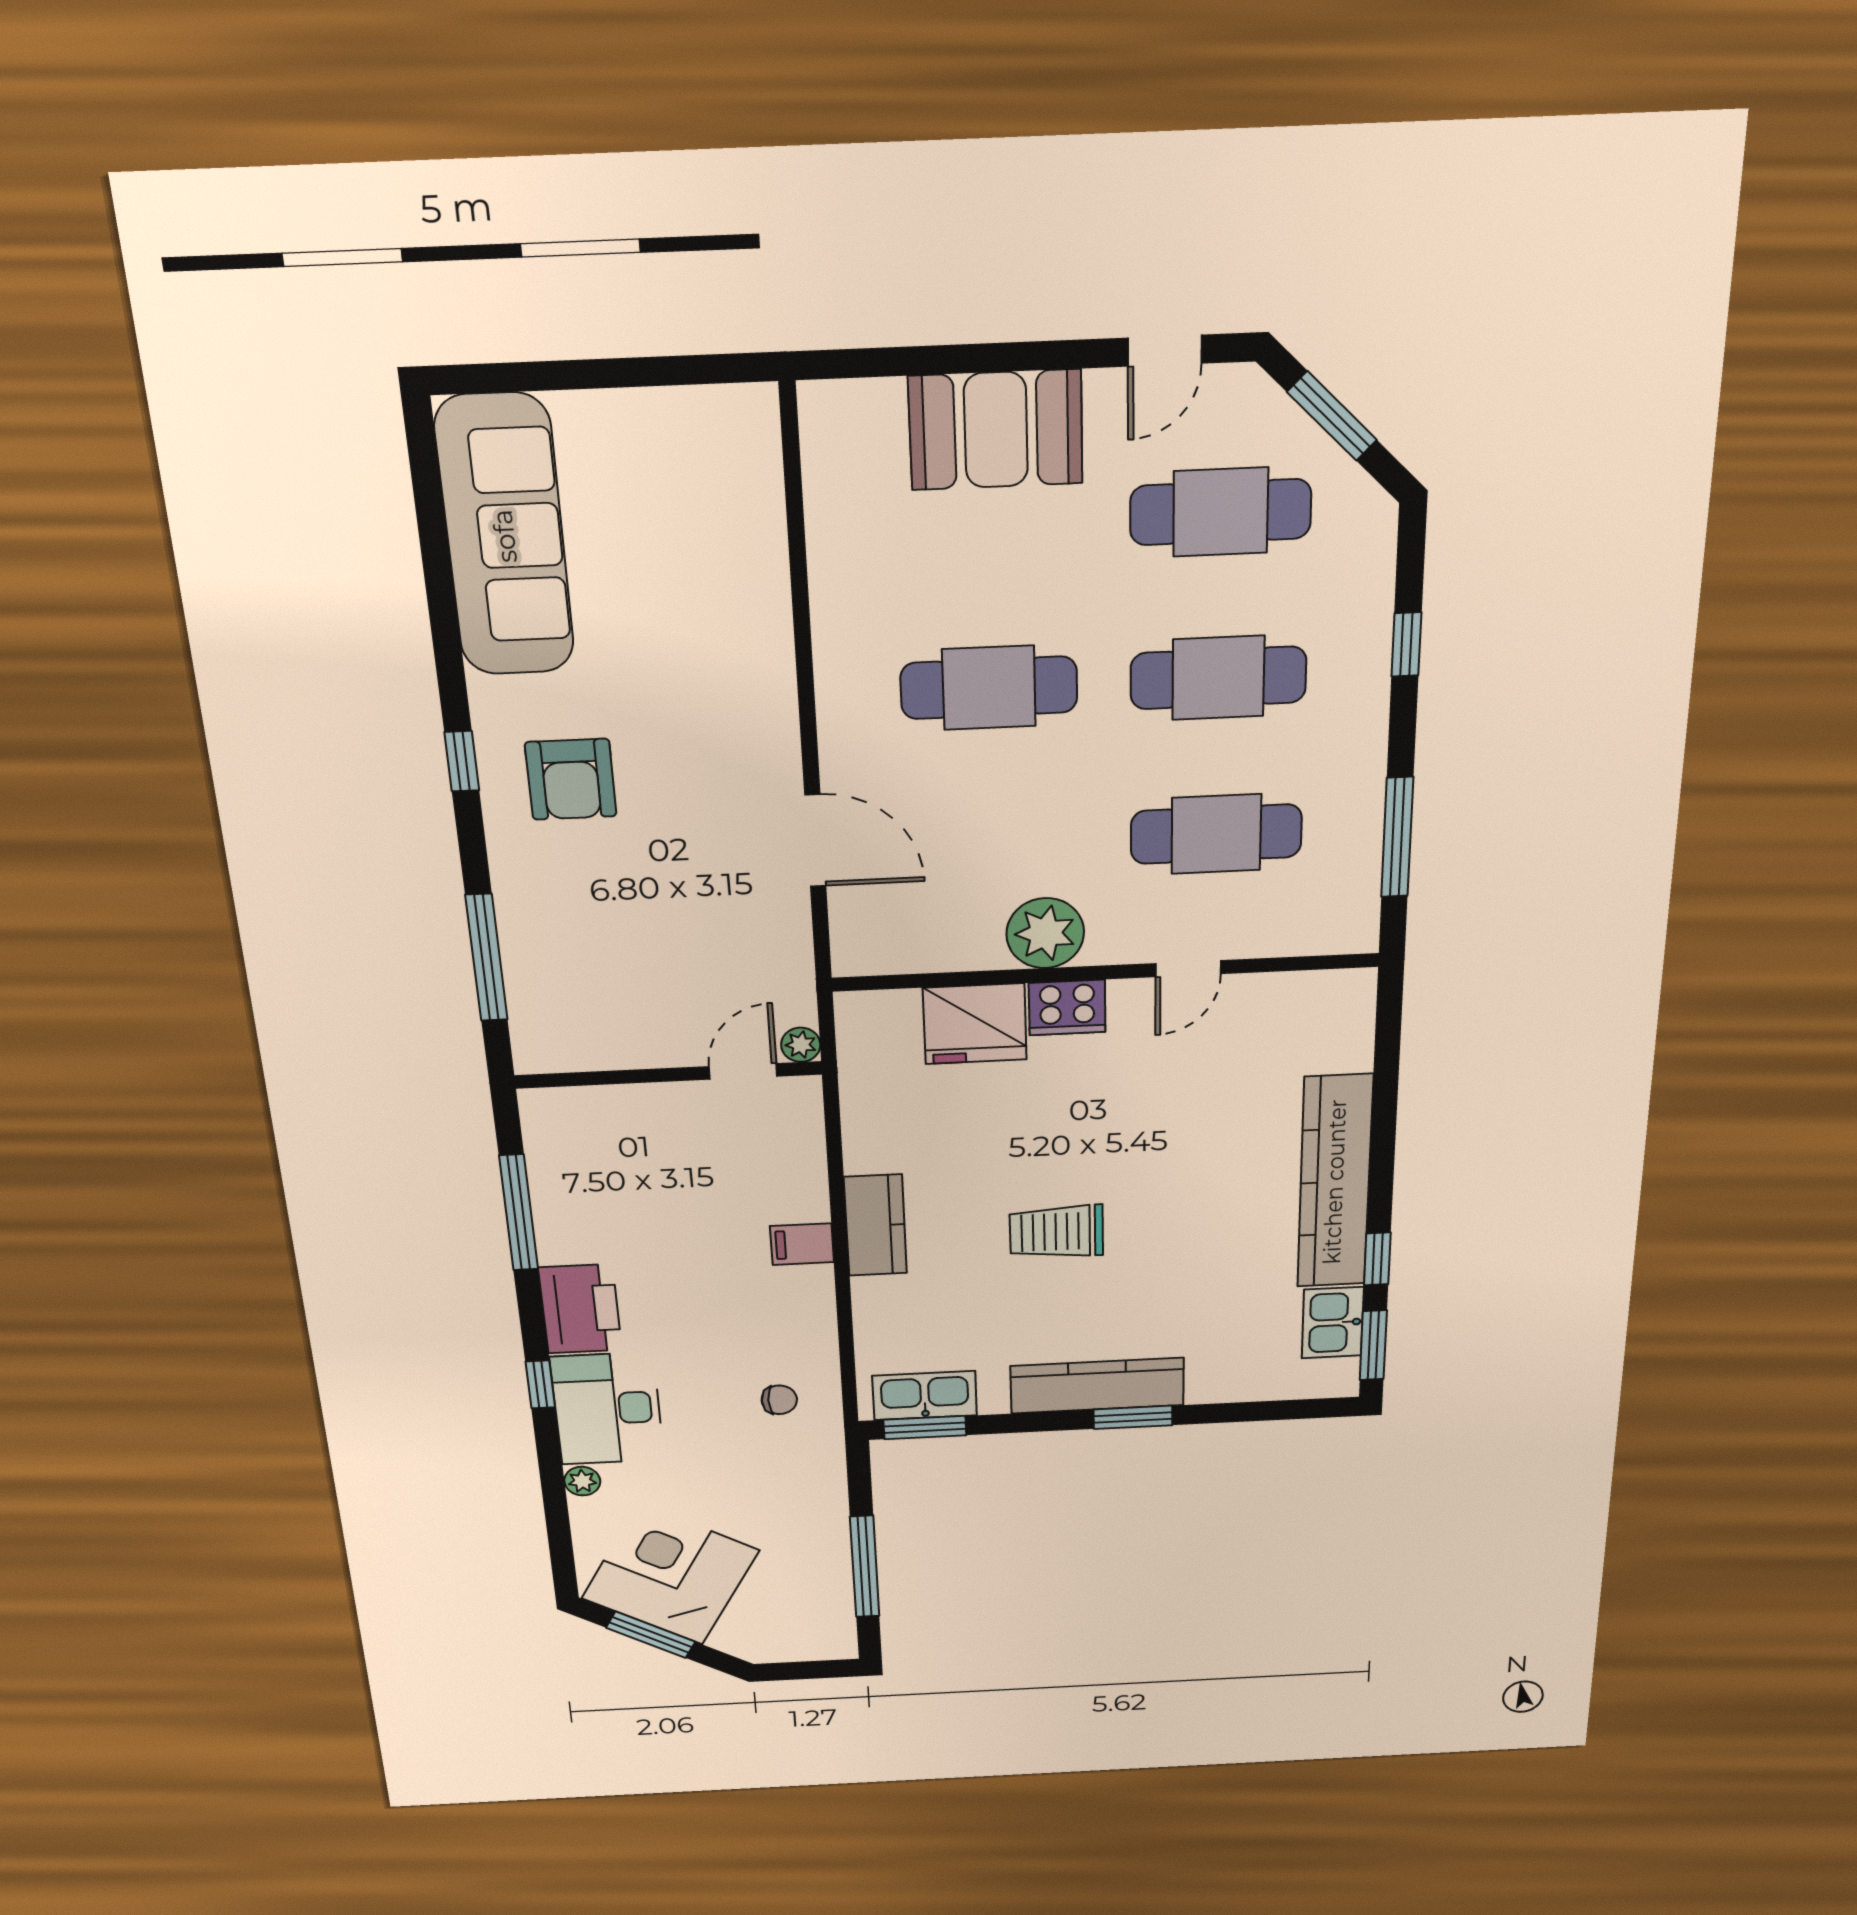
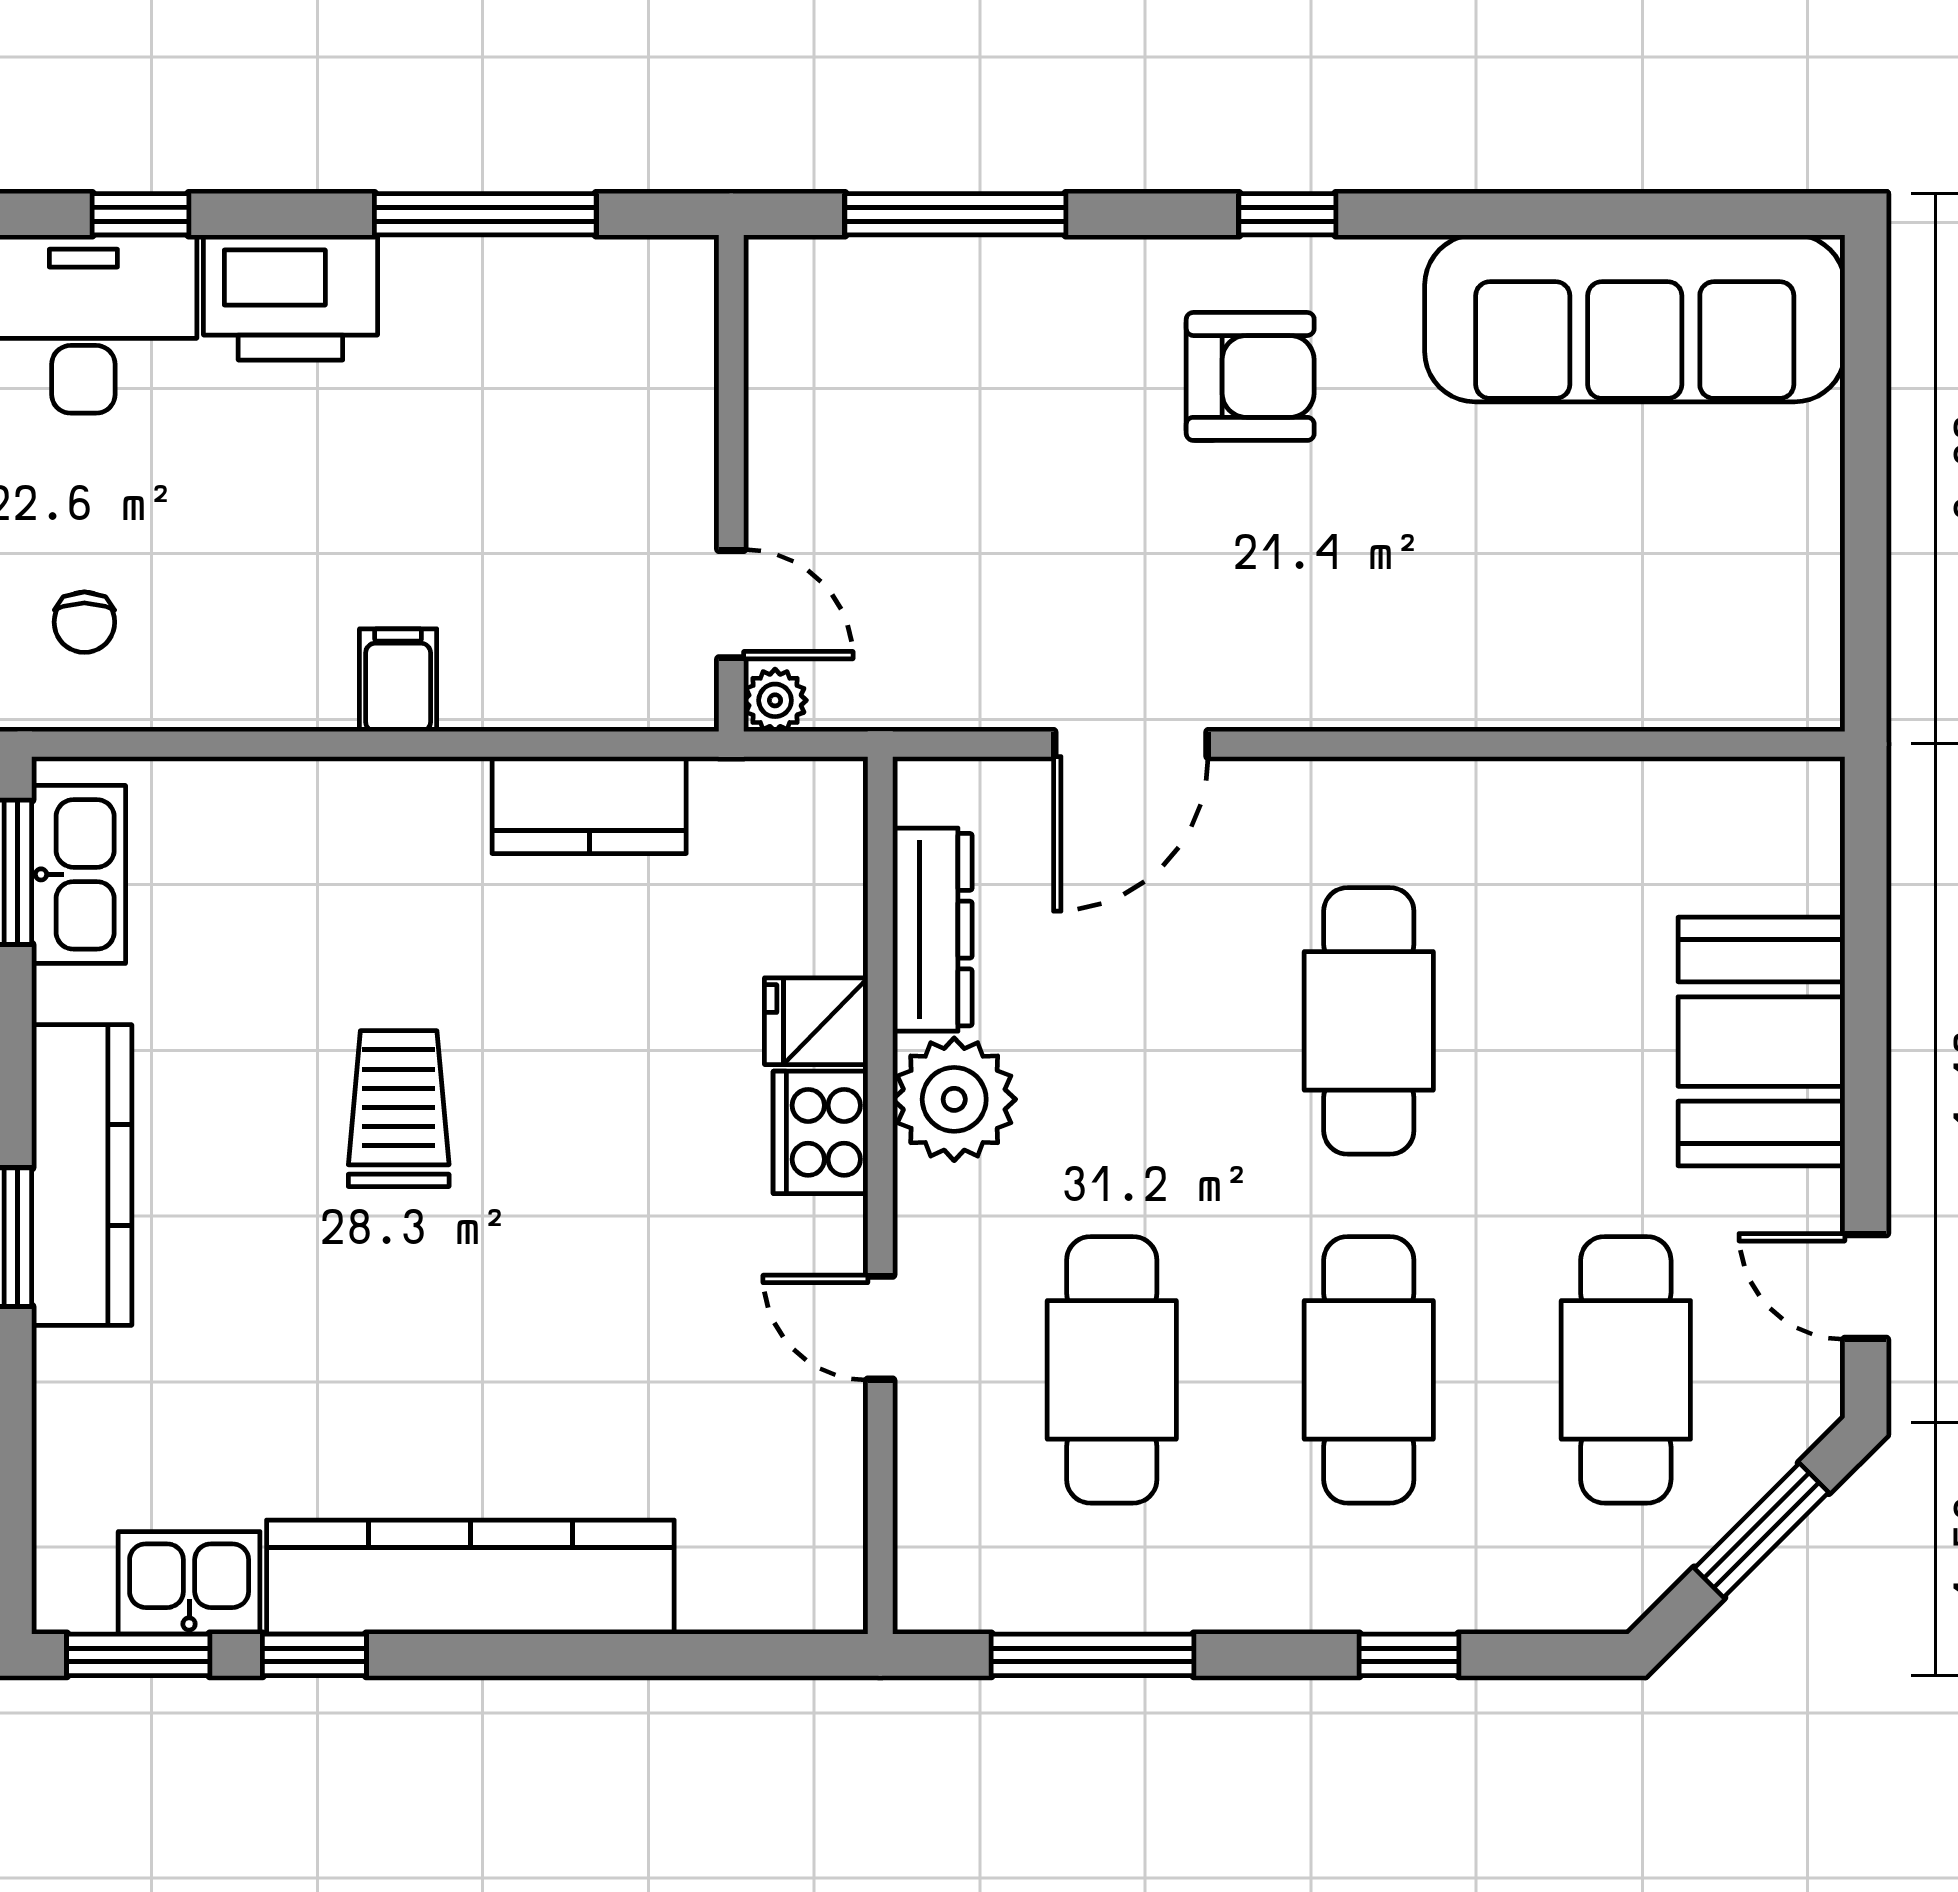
armchair: (571, 779) -> (1250, 376), turned 180
dresser: (939, 950) -> (932, 930), added
fridge: (975, 1024) -> (816, 1021), width x0.53, depth x0.75
kitchen counter: (875, 1225) -> (589, 805), moved

